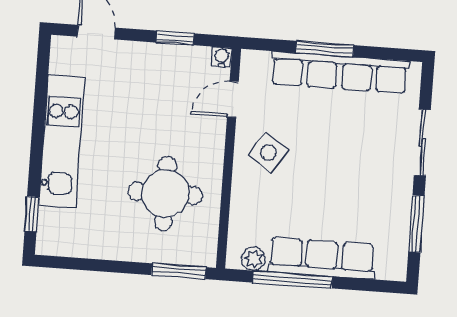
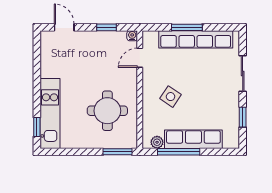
kitchen unit: (62, 141) -> (50, 113), moved
side table: (268, 153) -> (171, 97), moved
window: (416, 224) -> (243, 117), width x0.67

